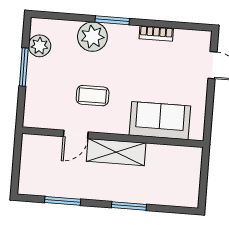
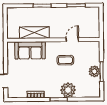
plant: (40, 46) -> (94, 71), moved
shelving: (116, 152) -> (34, 33), moved

